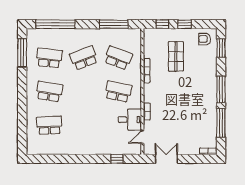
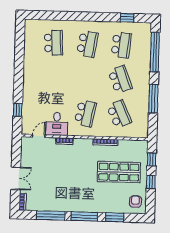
window: (114, 24) -> (153, 99), moved
window: (221, 48) -> (115, 217), moved
window: (22, 53) -> (127, 18), width x0.46
shop shelf: (176, 56) -> (119, 172), width x1.43, depth x1.36
school desk: (118, 58) -> (119, 114), turned -45
door: (142, 137) -> (39, 136), hinge flipped
double door: (166, 159) -> (16, 178), moved

